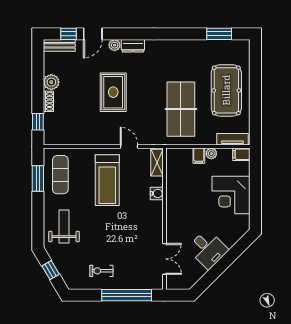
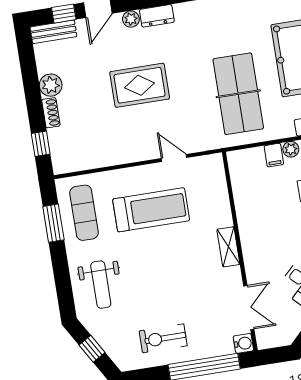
rug: (113, 92) -> (140, 85), turned 90
shelving: (157, 163) -> (228, 247), moved
treadmill: (107, 180) -> (151, 210), turned -90
water cooler: (157, 193) -> (243, 343), moved
weight bench: (64, 227) -> (101, 285), turned 180
exercise bike: (101, 271) -> (163, 338), width x1.38, depth x1.39

